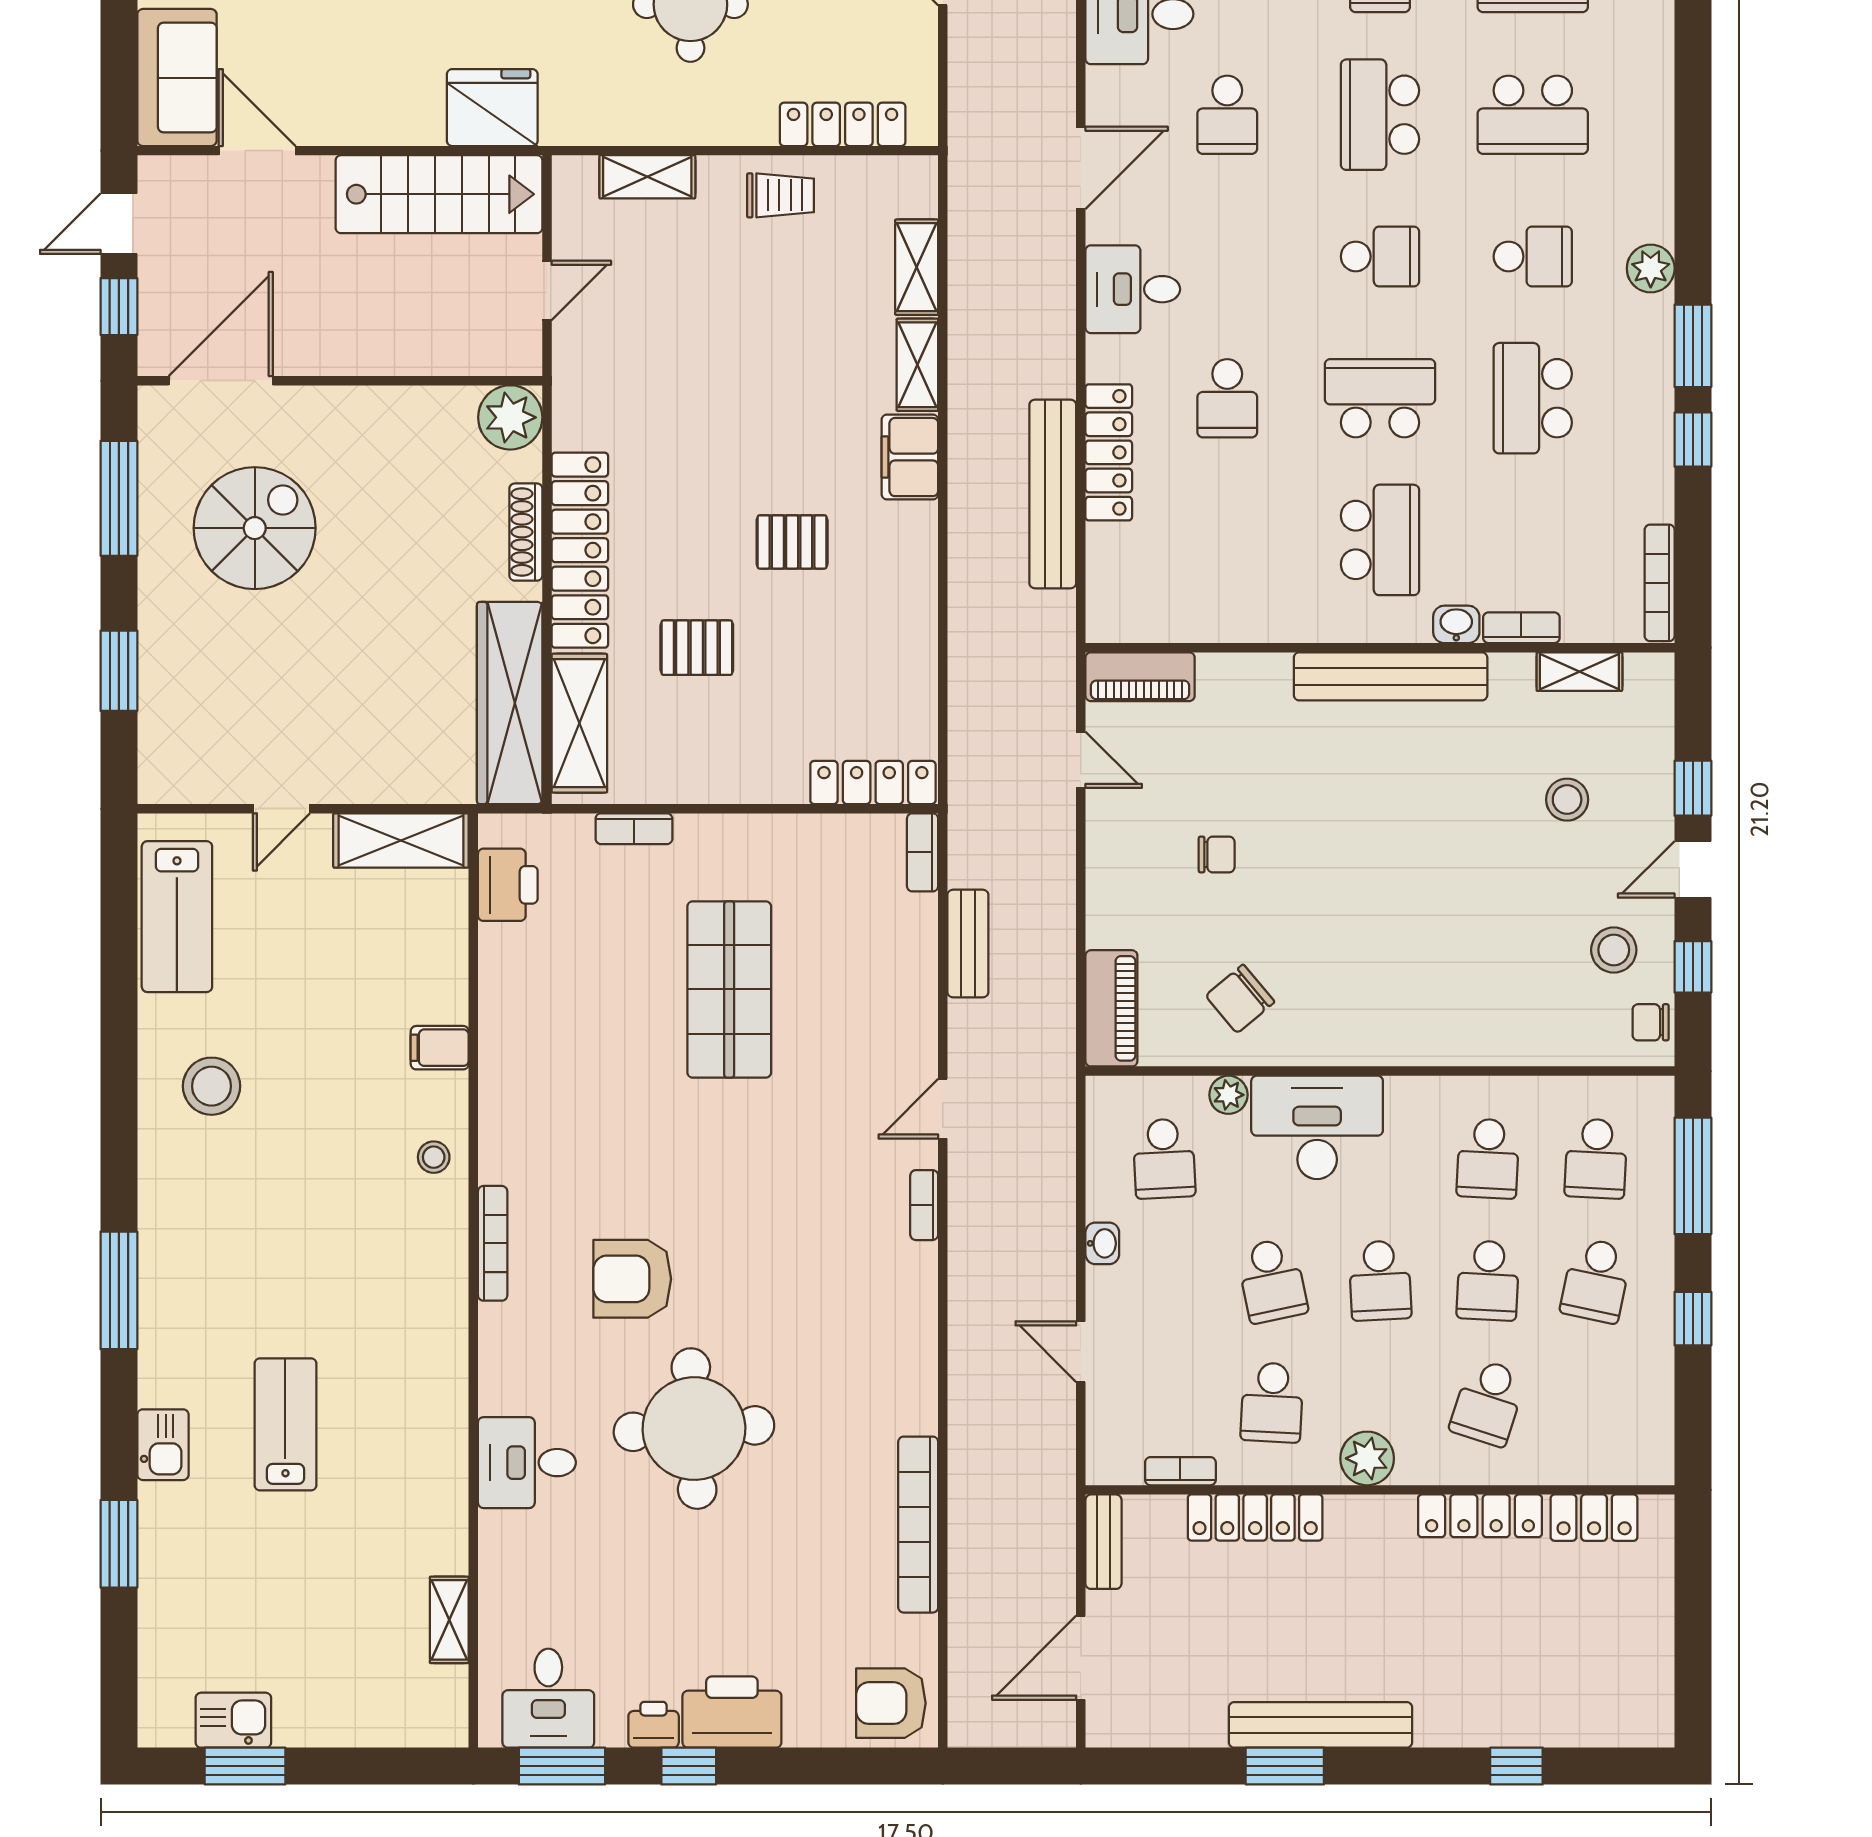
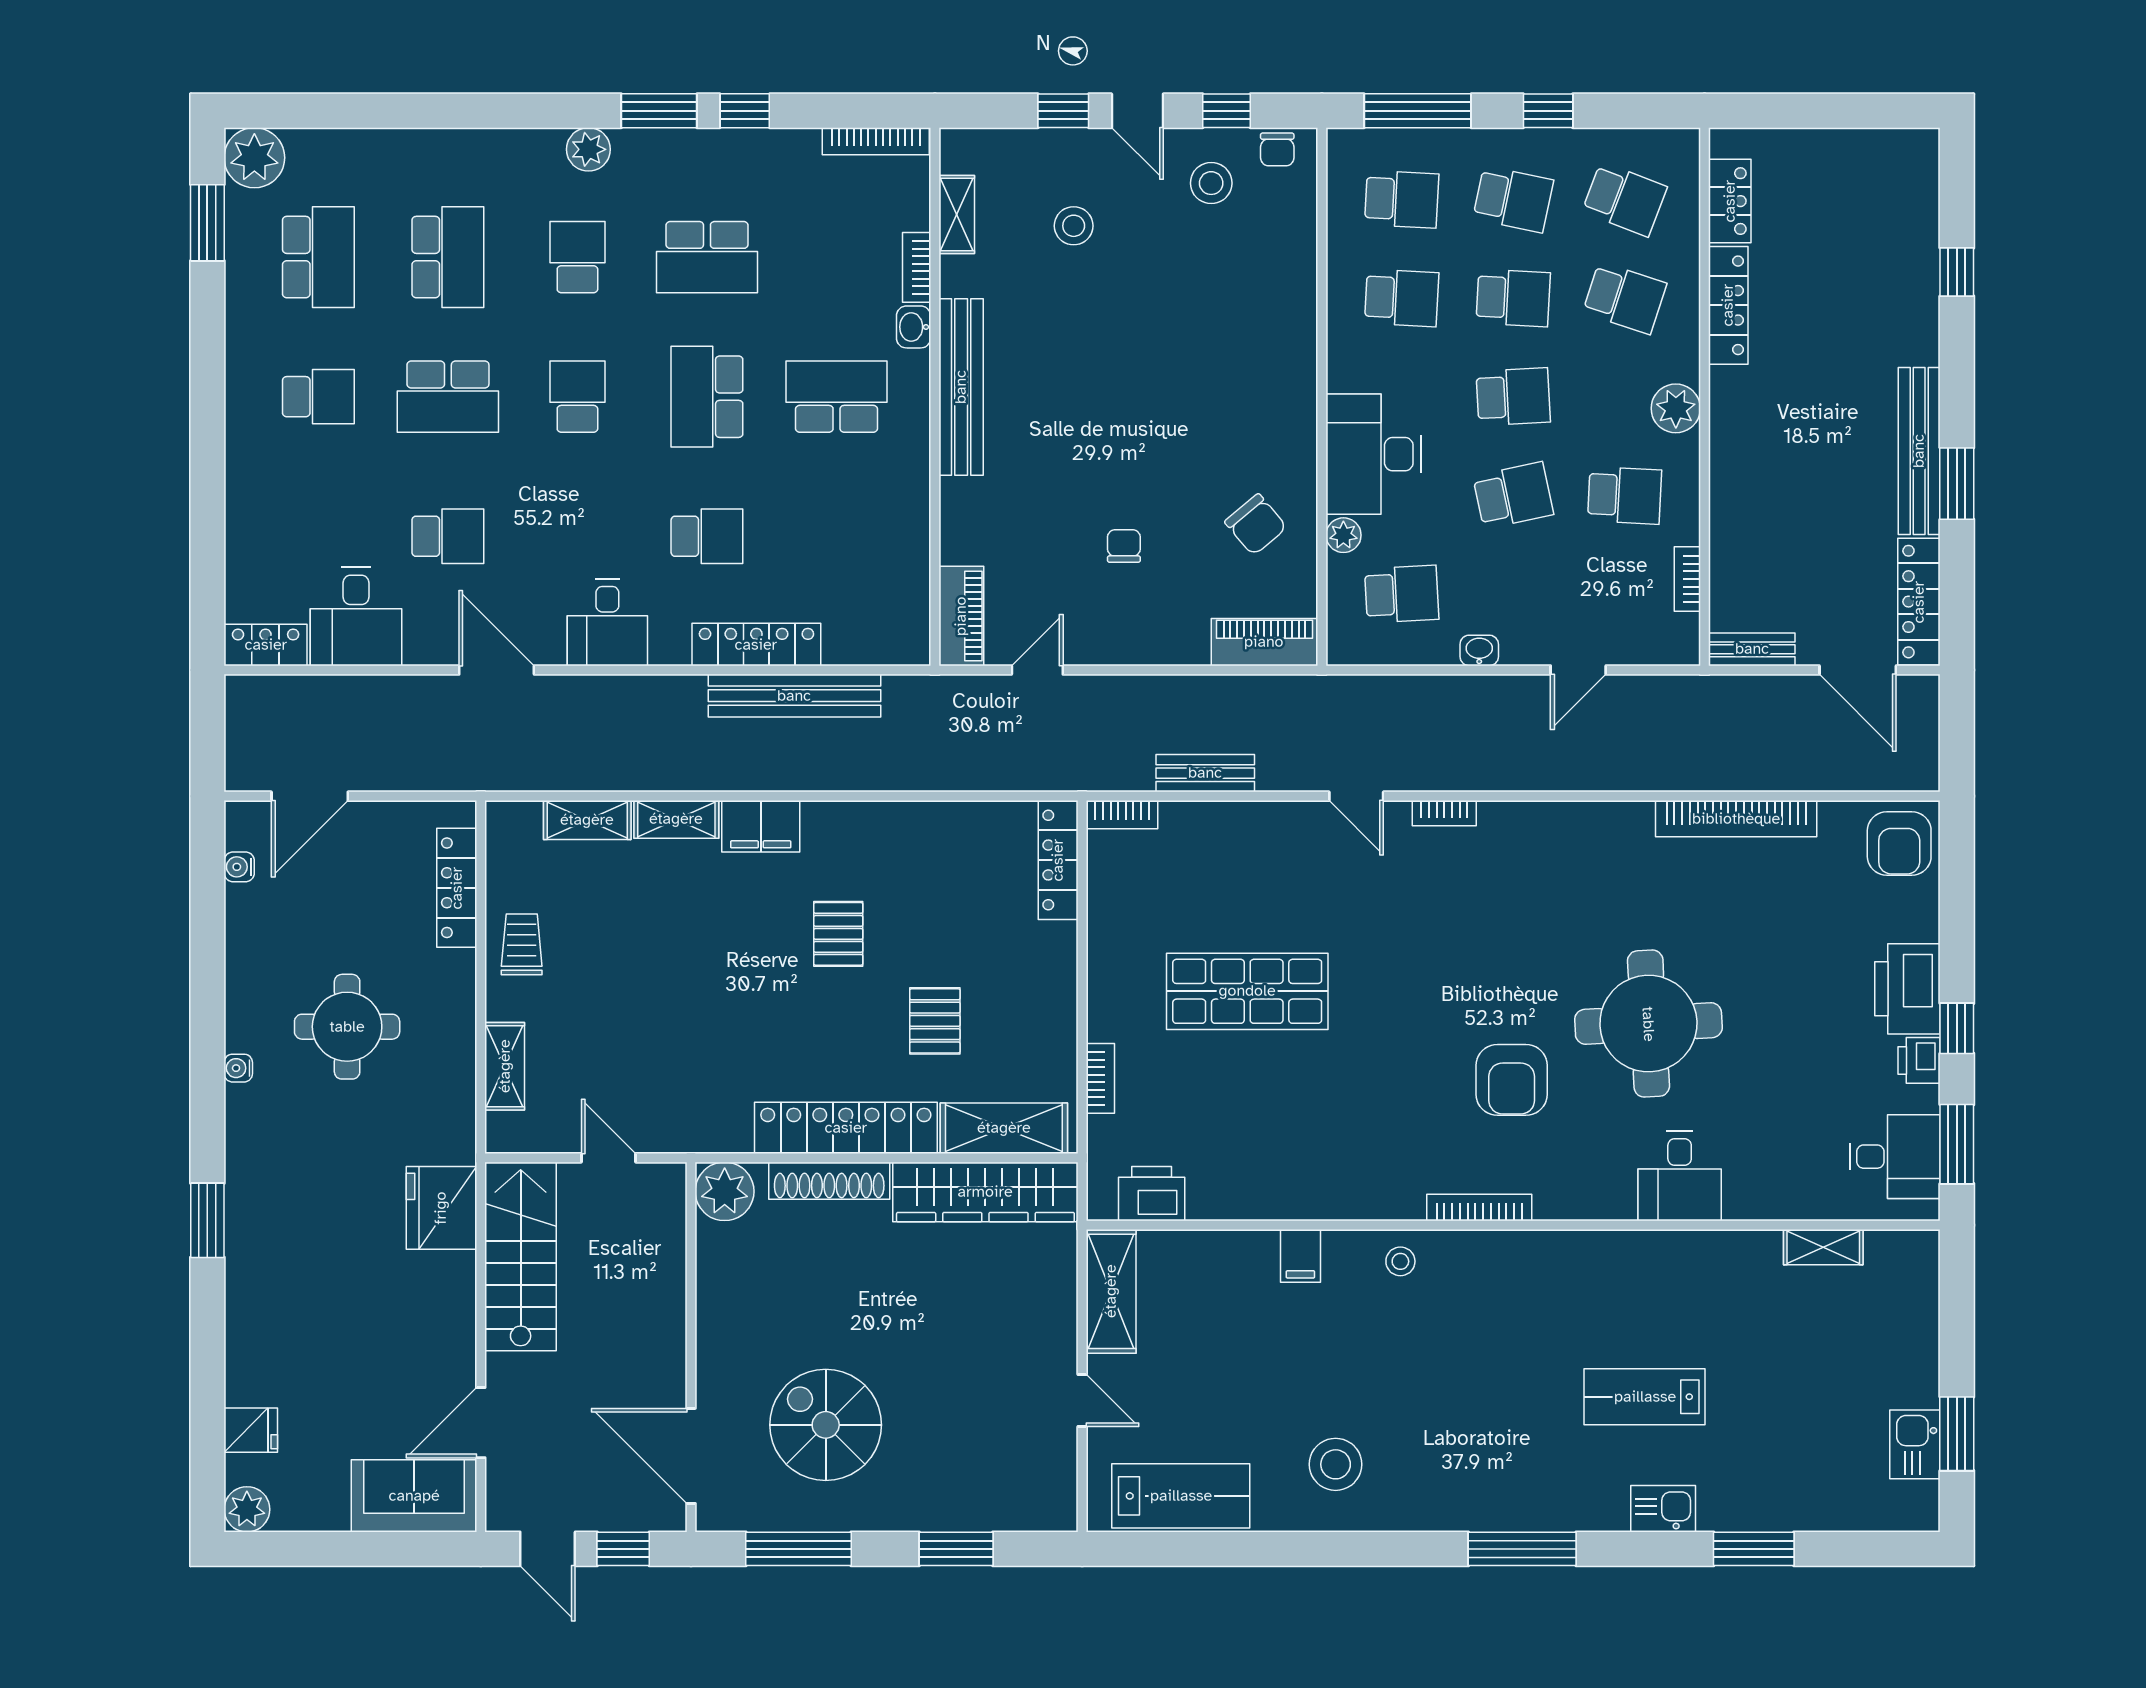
shoe rack: (526, 532) -> (829, 1181), width x1.36, depth x1.24
school desk: (1596, 1402) -> (1625, 199), added
locker: (1255, 1517) -> (1919, 602), moved, turned 180

